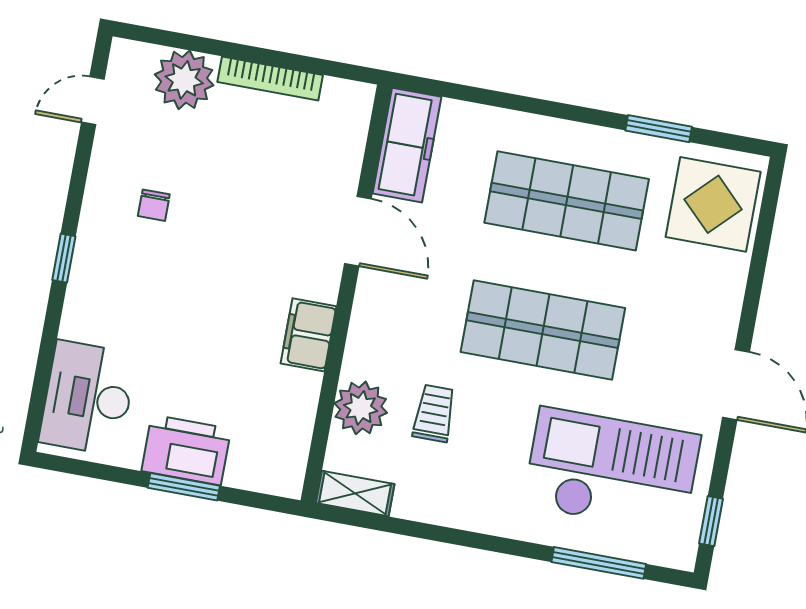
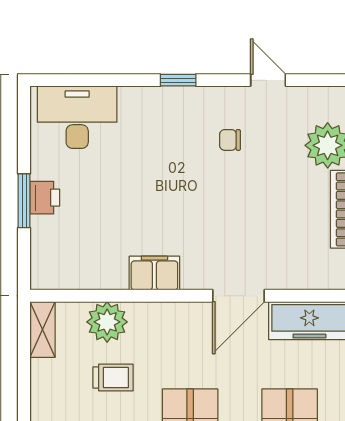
door: (93, 101) -> (268, 80), moved
printer: (186, 450) -> (45, 198), width x0.53, depth x0.68

